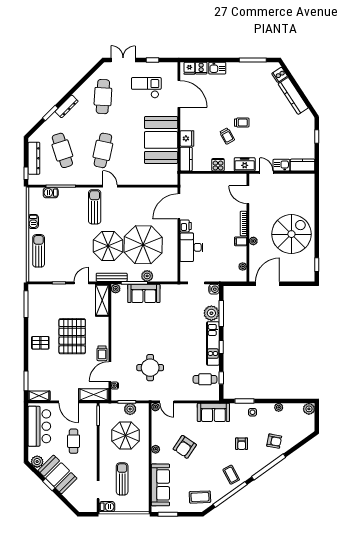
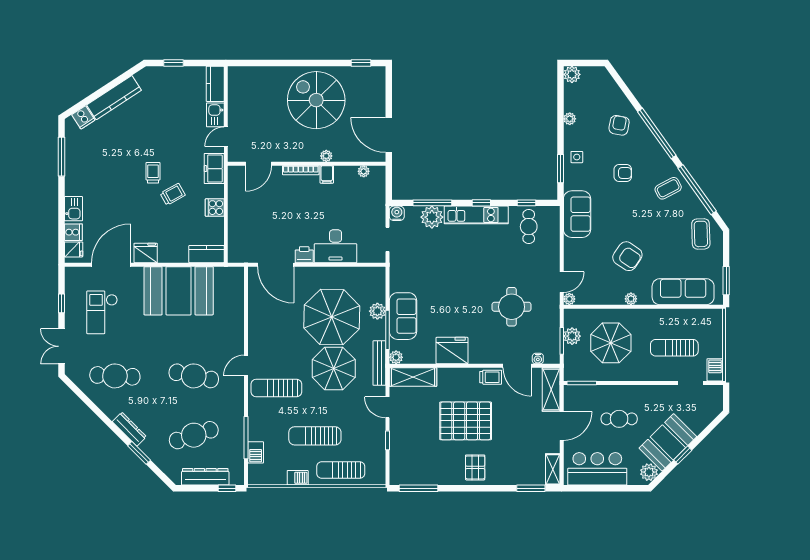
fridge: (187, 138) -> (146, 253), moved
sun lounger: (62, 233) -> (315, 436), added
fridge: (120, 327) -> (452, 351), added

